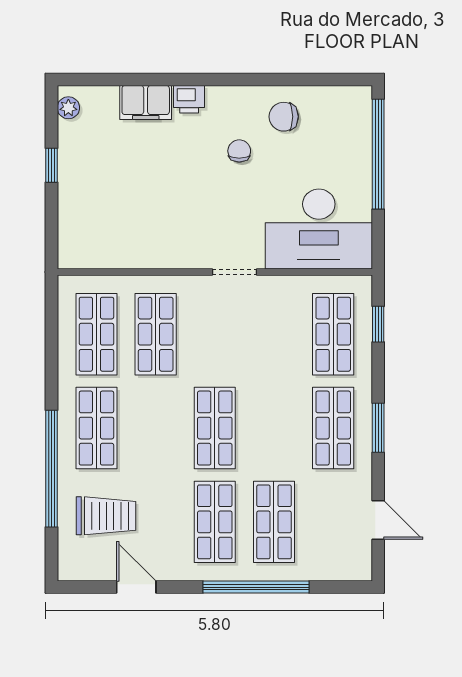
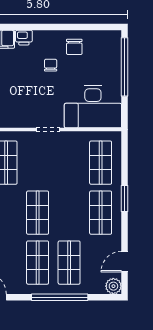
chair: (284, 117) -> (74, 47), turned -90
window: (378, 324) -> (125, 157), removed
window: (378, 428) -> (125, 199), moved
door: (378, 520) -> (125, 262), swing flipped
plant: (357, 566) -> (113, 286), added

